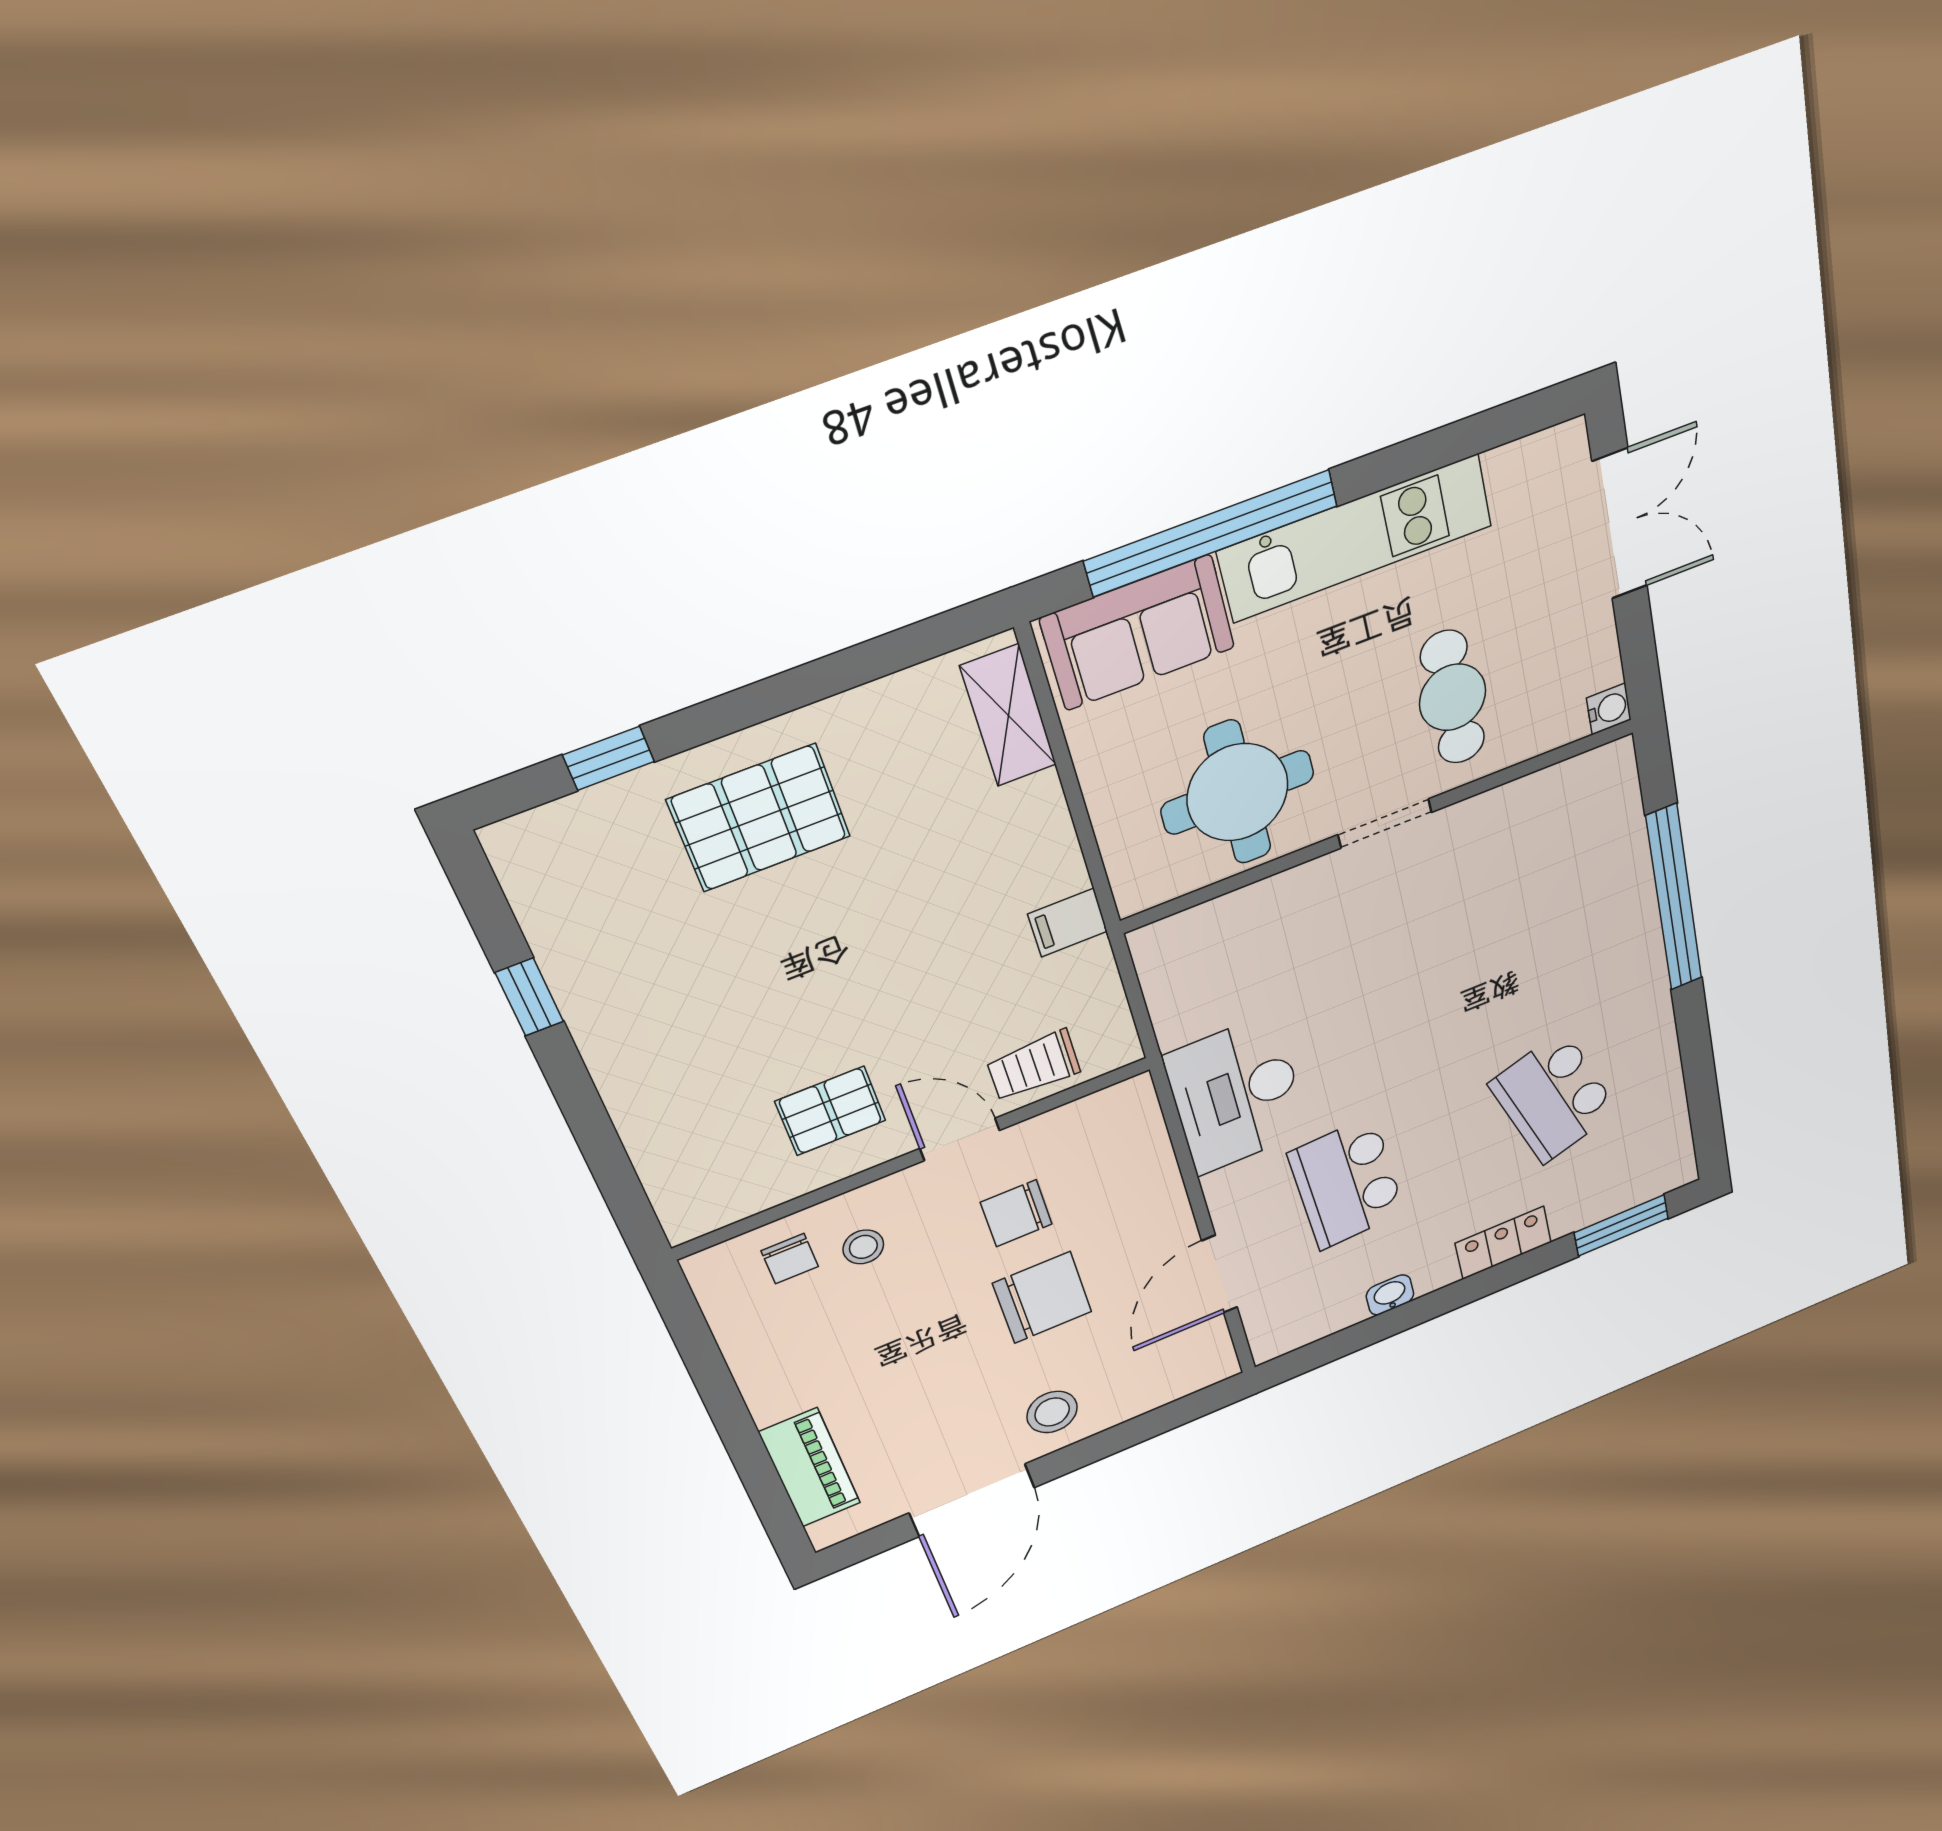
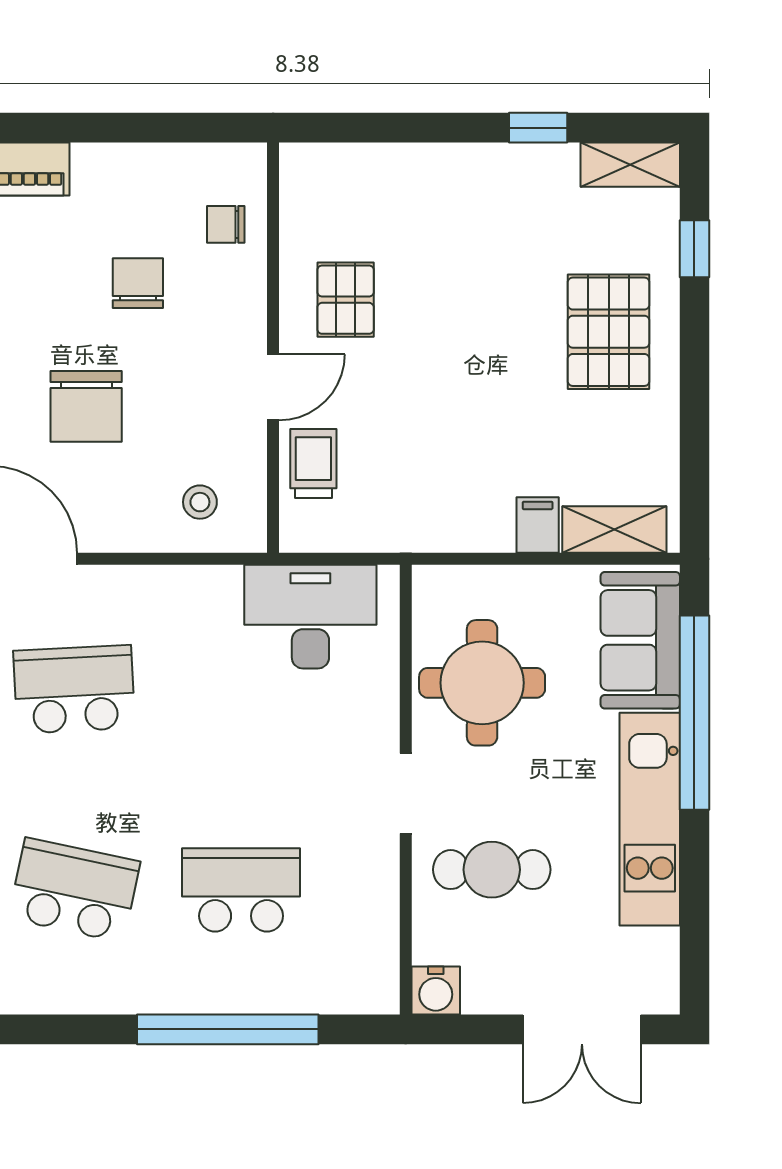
water cooler: (1609, 709) -> (436, 990), width x1.38, depth x1.38
shelving: (530, 876) -> (630, 165), added
filing cabinet: (1068, 923) -> (538, 525), moved
school desk: (1525, 945) -> (241, 890), added
desk: (1236, 1094) -> (310, 617), moved
school desk: (1554, 1098) -> (74, 890), turned 30
chair: (1016, 1213) -> (138, 283), moved
stool: (863, 1247) -> (200, 502), moved

